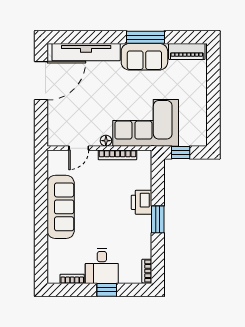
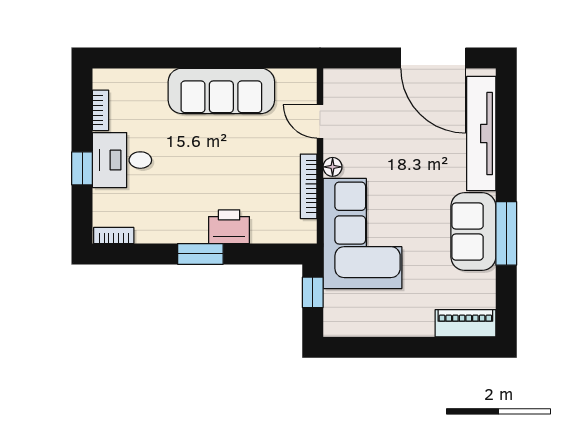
piano: (187, 51) -> (465, 323), moved, turned 90

